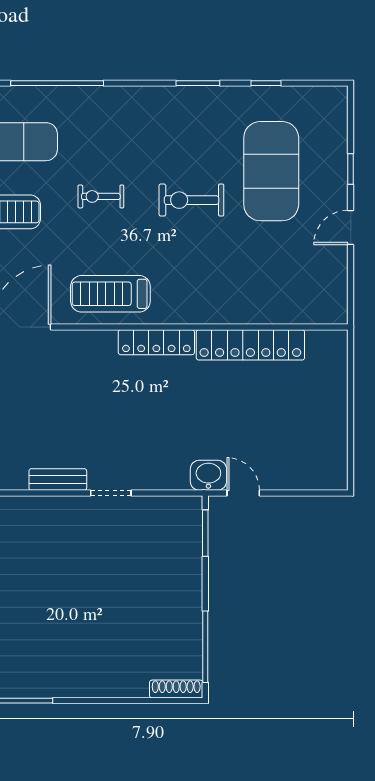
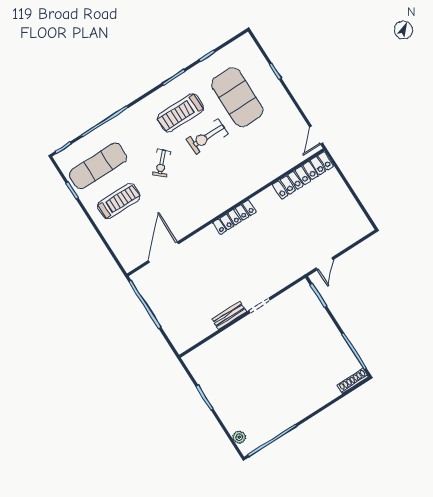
exercise bike: (101, 196) -> (162, 163), turned -47
door: (351, 228) -> (316, 135), moved
treadmill: (110, 294) -> (180, 113), moved
locker: (250, 345) -> (303, 175), moved
washbasin: (208, 475) -> (302, 266), removed
door: (243, 493) -> (324, 264), swing flipped

